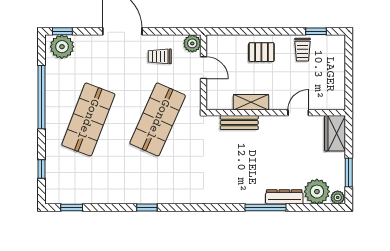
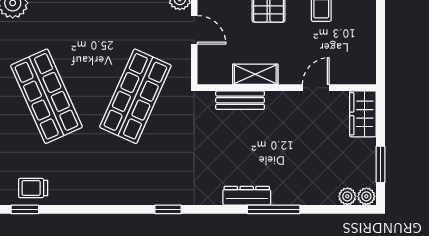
trolley: (160, 56) -> (33, 188), moved
shop shelf: (88, 119) -> (46, 96), turned -45
plant: (317, 192) -> (347, 196), width x0.53, depth x0.53
dresser: (284, 197) -> (247, 196), moved
window: (147, 208) -> (168, 209), moved

